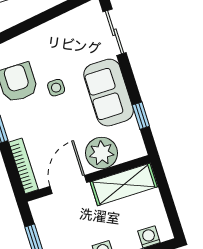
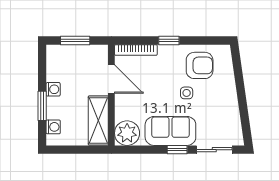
window: (141, 116) -> (177, 150), moved
plant: (102, 153) -> (127, 133), moved

